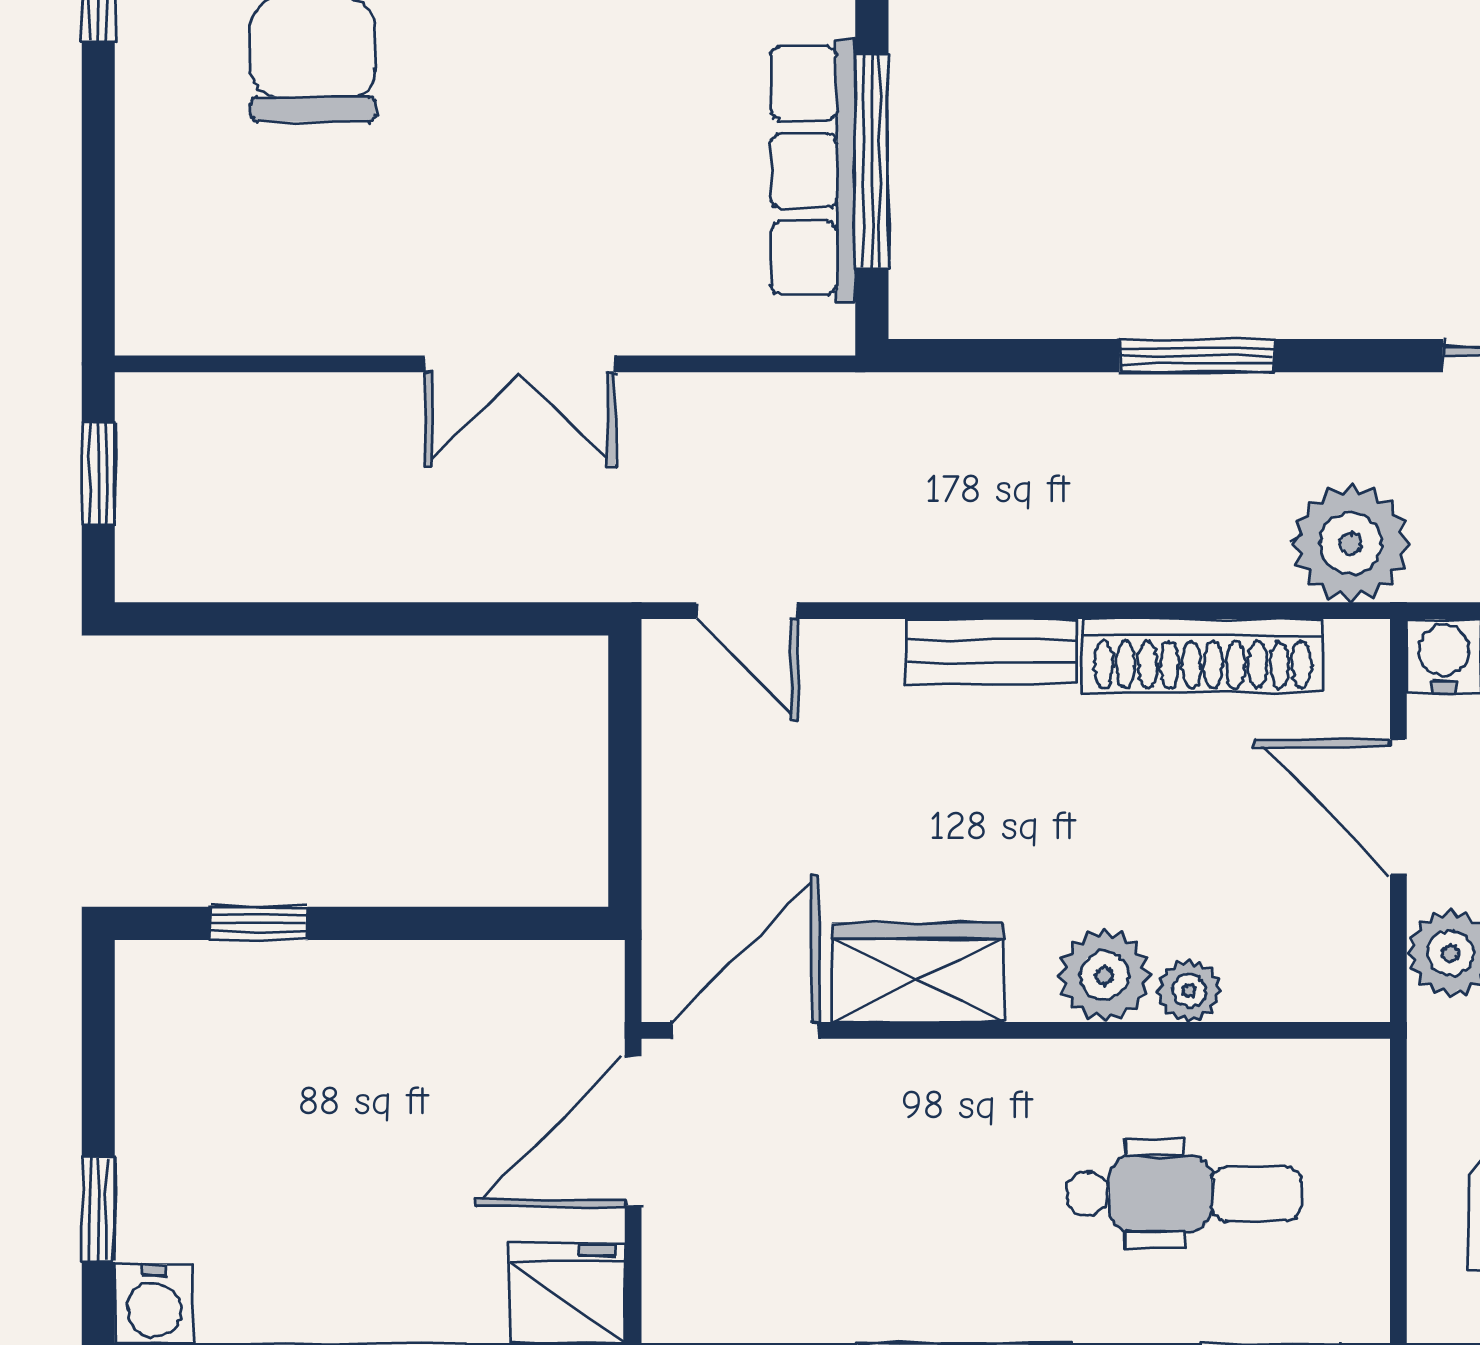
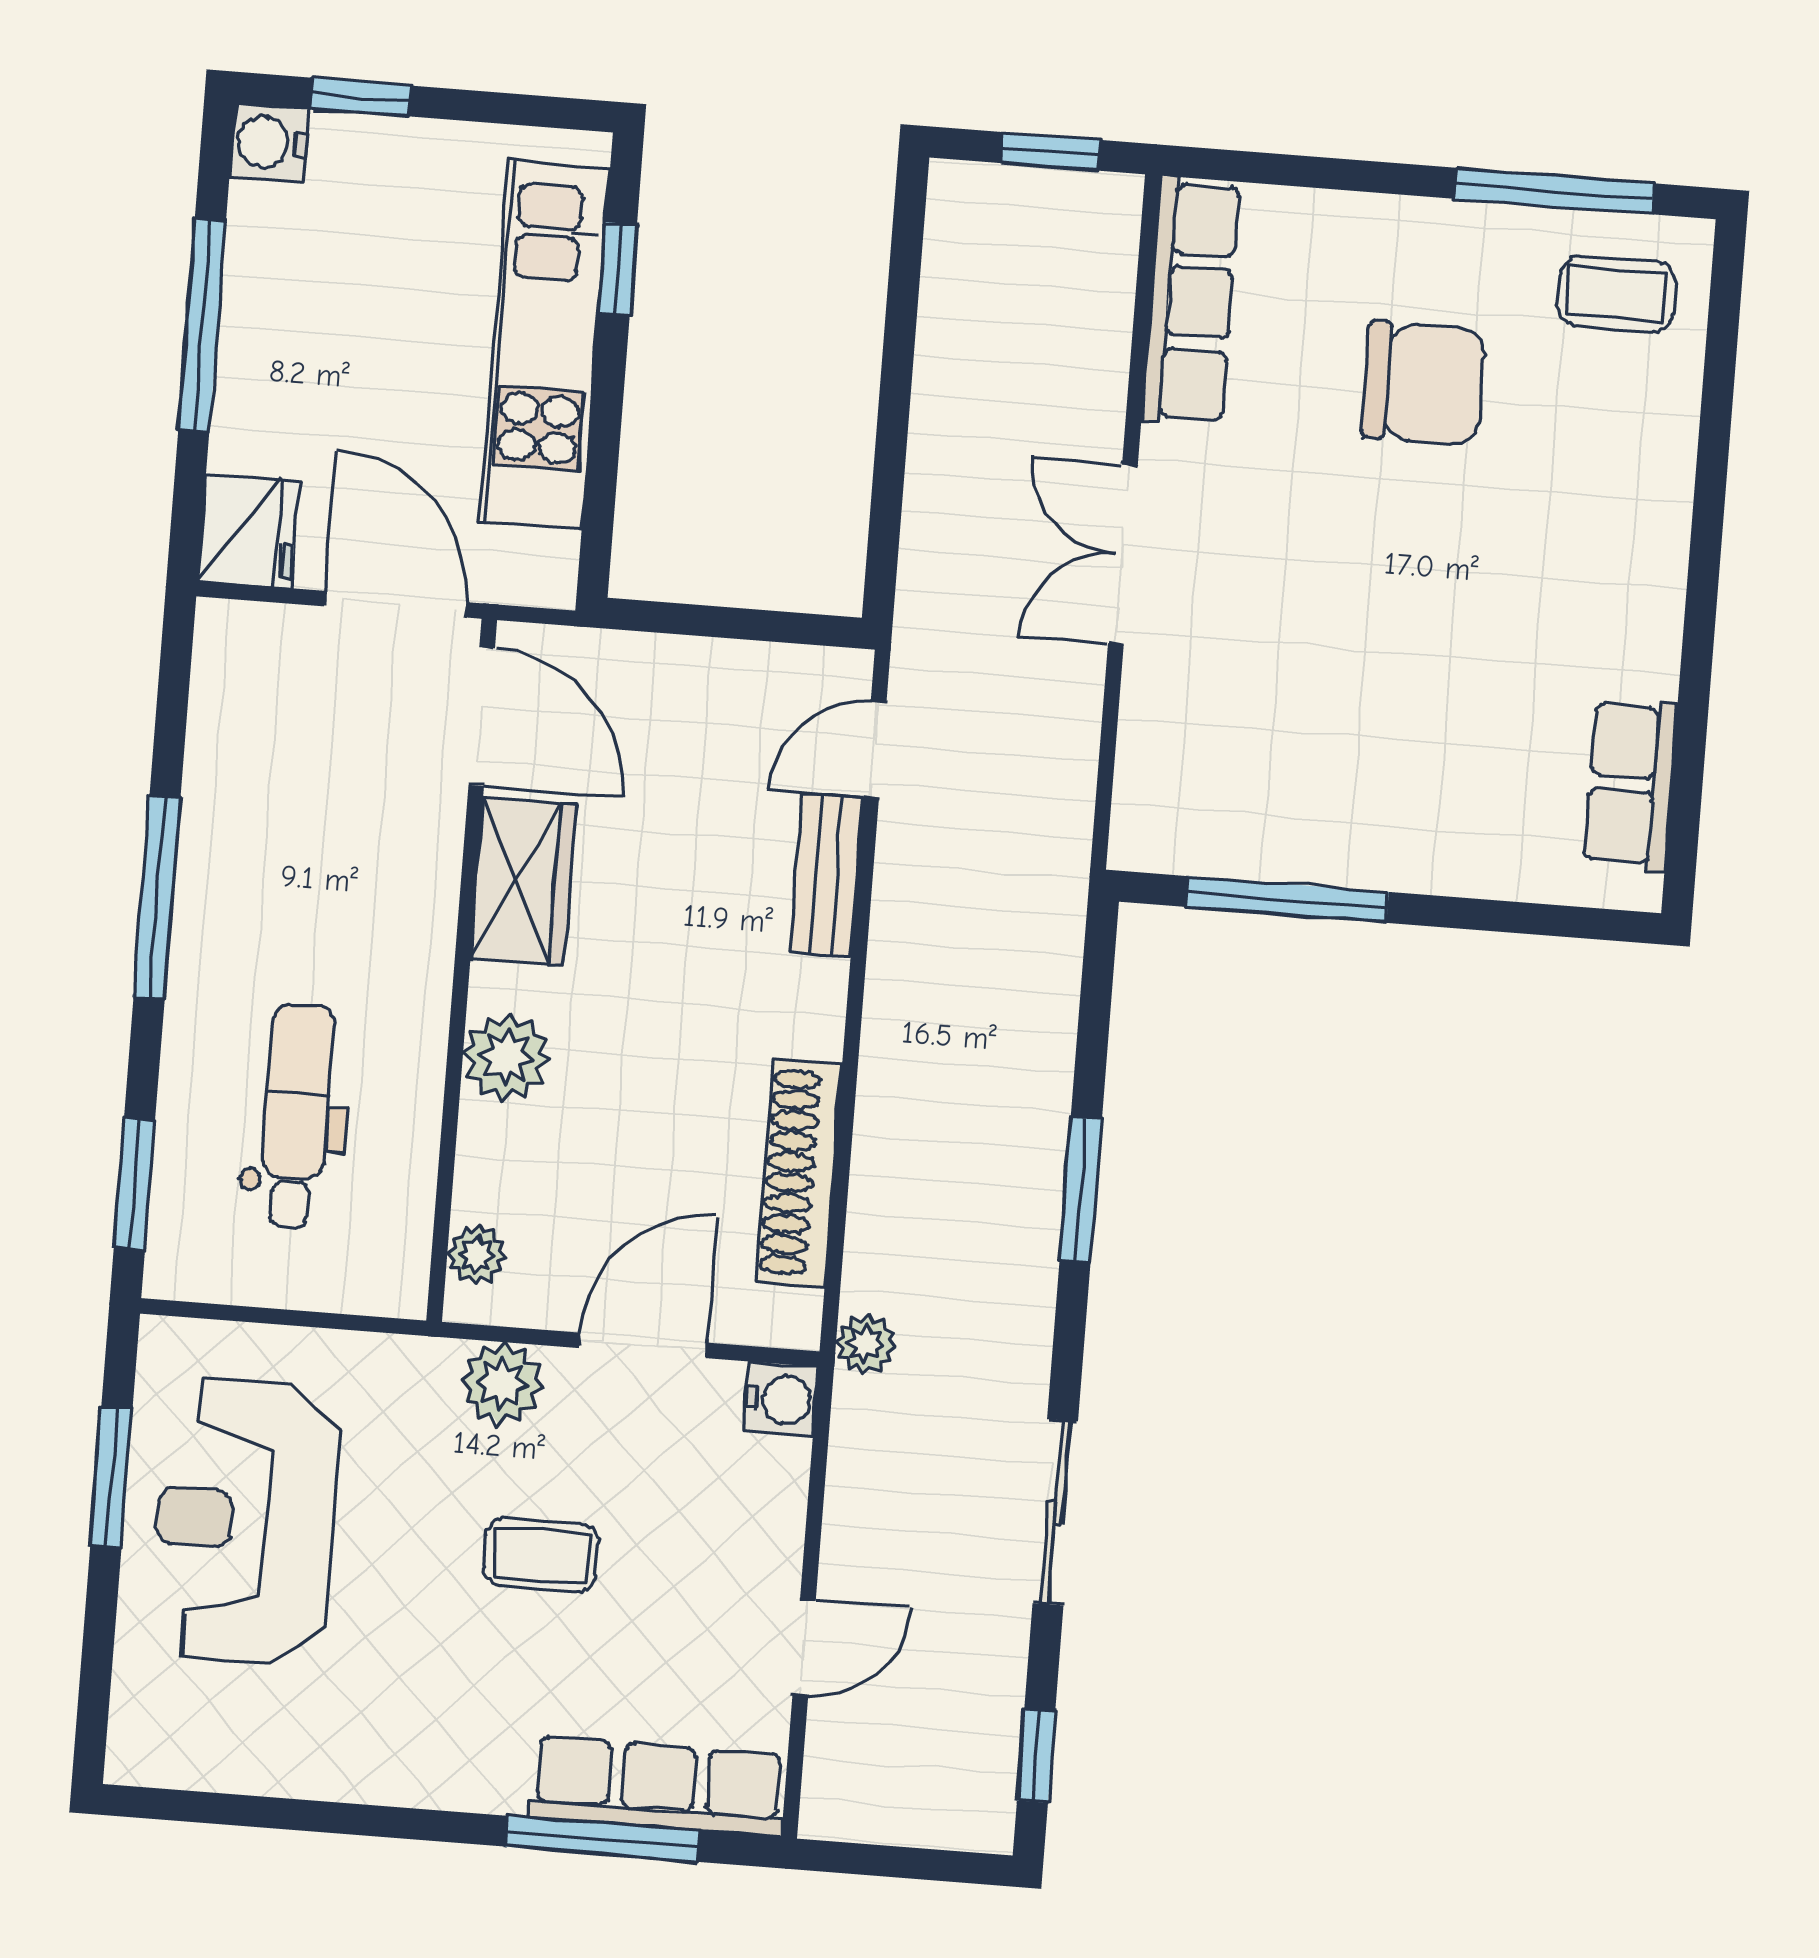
row of seats: (813, 171) -> (1191, 302), moved, turned 90
plant: (1351, 543) -> (866, 1344), width x0.53, depth x0.53
bench: (991, 651) -> (827, 875), moved
plant: (1189, 991) -> (477, 1255), moved
kitchen unit: (346, 994) -> (545, 345), added
dental chair: (1184, 1194) -> (296, 1116), turned 180

